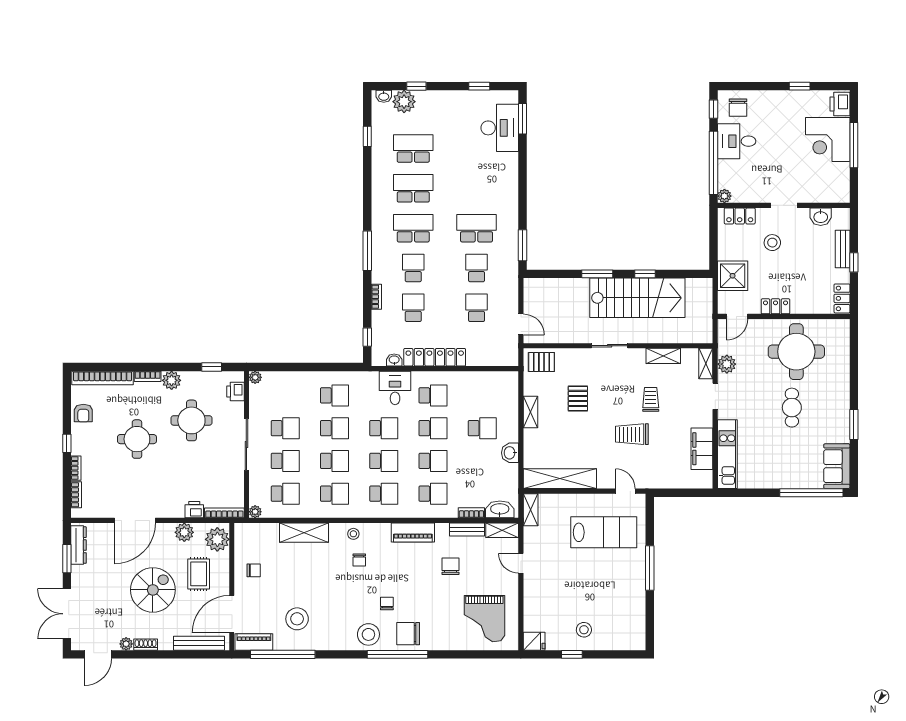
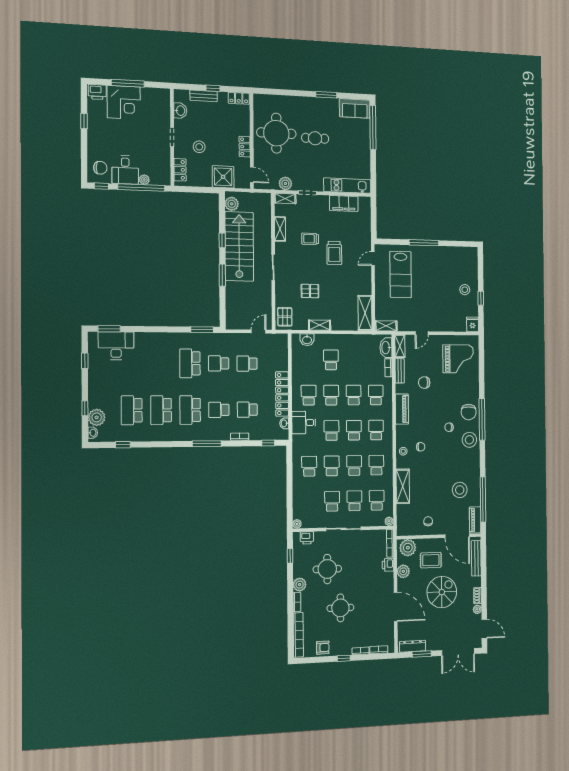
plant: (724, 196) -> (144, 180), moved
plant: (696, 288) -> (232, 204), added
washbasin: (510, 453) -> (307, 340), moved
shelving: (560, 479) -> (365, 313), width x0.68
lab bench: (604, 532) -> (401, 274), turned 180
spiral stairs: (153, 590) -> (442, 592), turned 90

